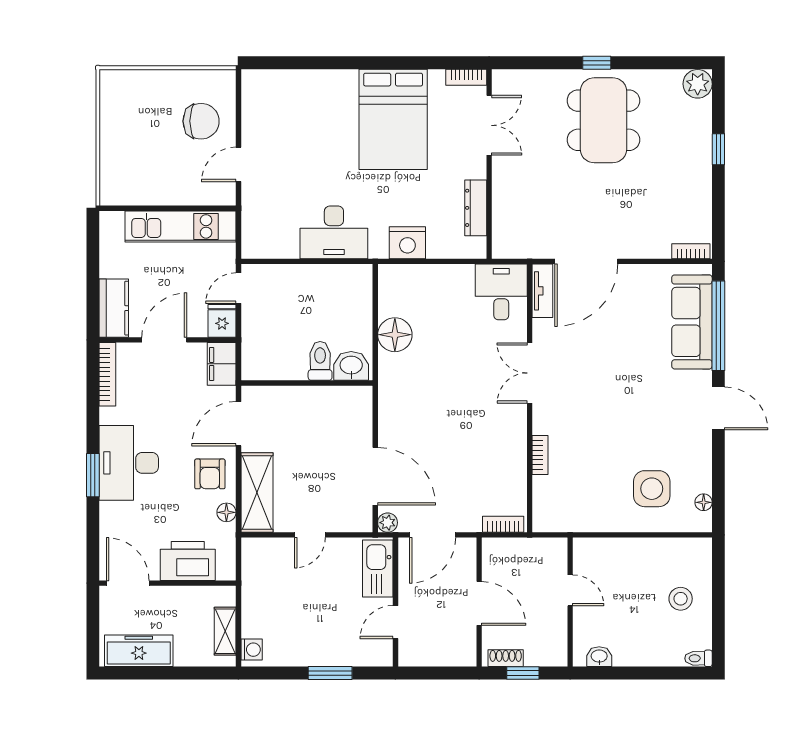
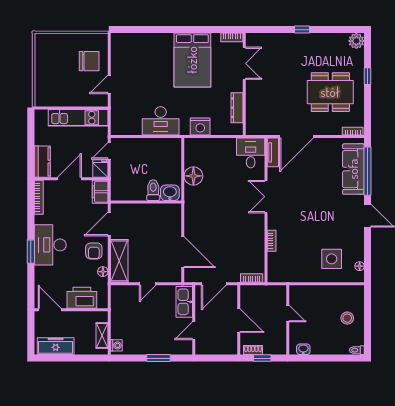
dining table: (603, 120) -> (330, 92), moved, turned 90
plant: (388, 523) -> (189, 277), removed

